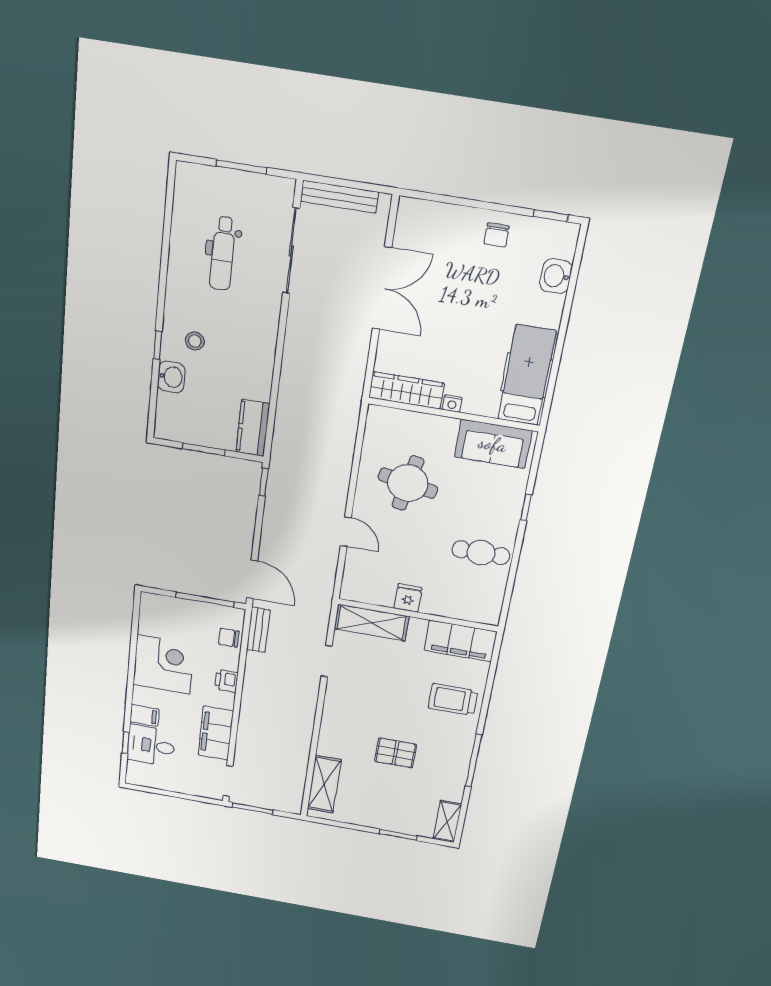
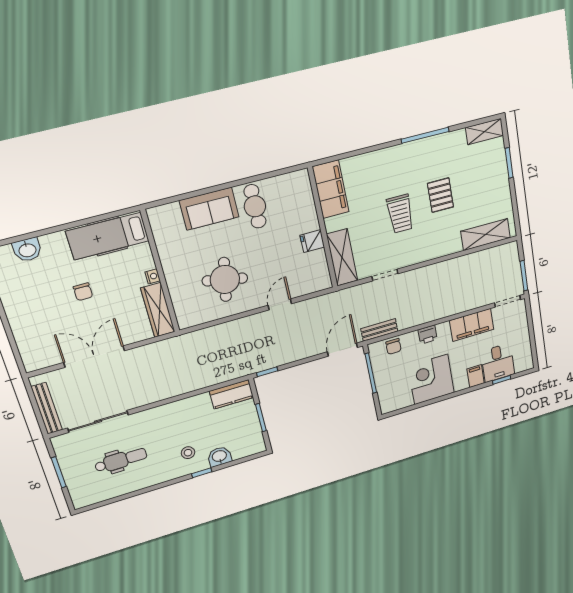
chair: (497, 235) -> (83, 292), moved, turned 90
sofa: (493, 444) -> (209, 209), moved, turned 90
window: (526, 507) -> (206, 191), removed
trolley: (453, 700) -> (400, 214), moved

